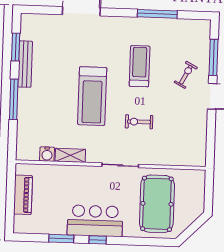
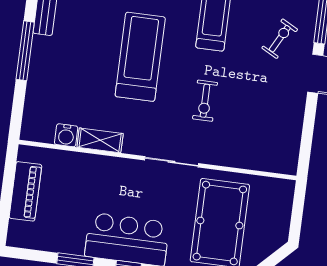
treadmill: (92, 96) -> (140, 57), turned 180
exercise bike: (139, 122) -> (205, 101), turned -90

